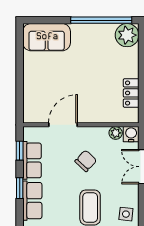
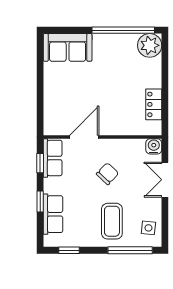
plant: (116, 133) -> (138, 145), removed
row of seats: (32, 160) -> (53, 158), moved

